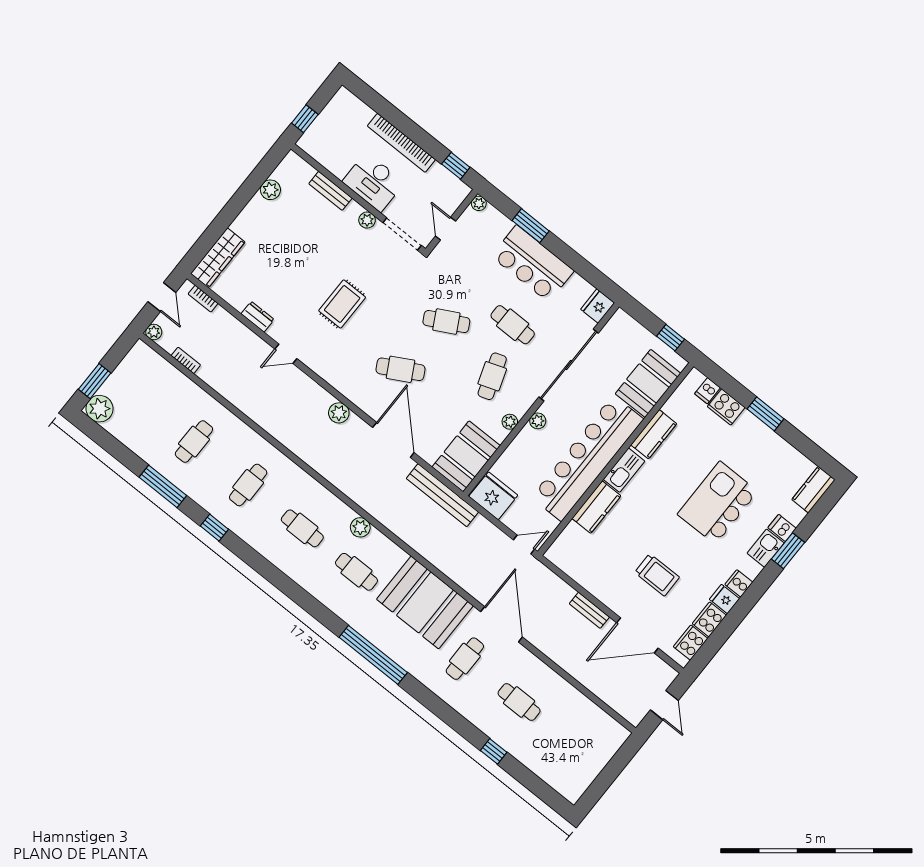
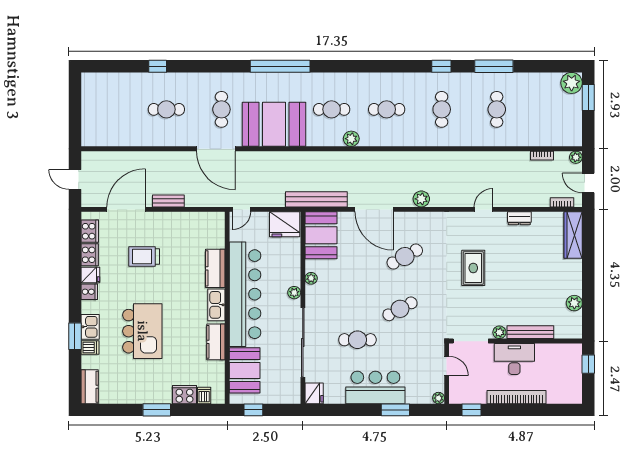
bench: (330, 191) -> (530, 332), width x1.36
cafe table: (492, 376) -> (345, 298), removed

